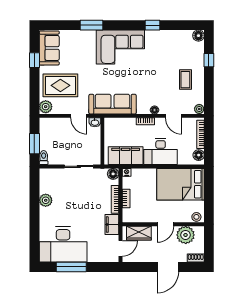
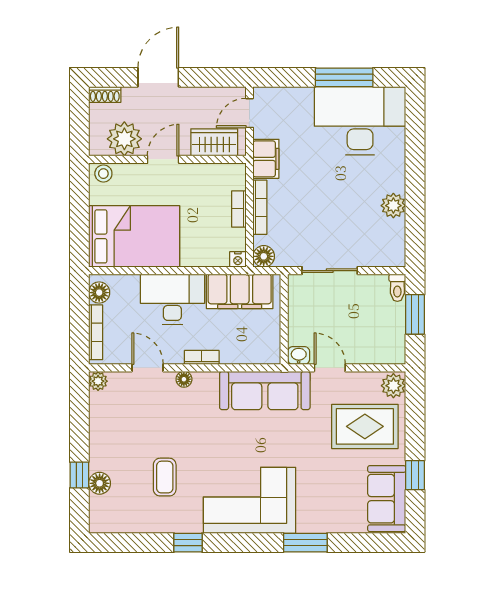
floor lamp: (198, 36) -> (100, 483), moved
coffee table: (185, 80) -> (165, 477), moved

